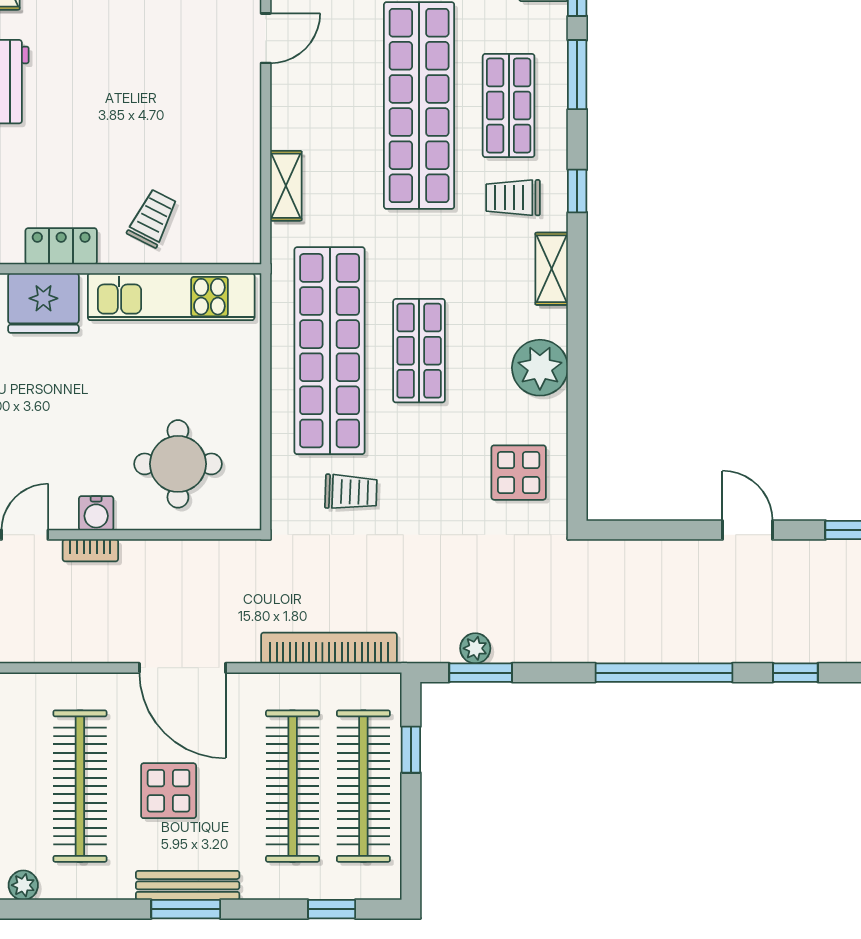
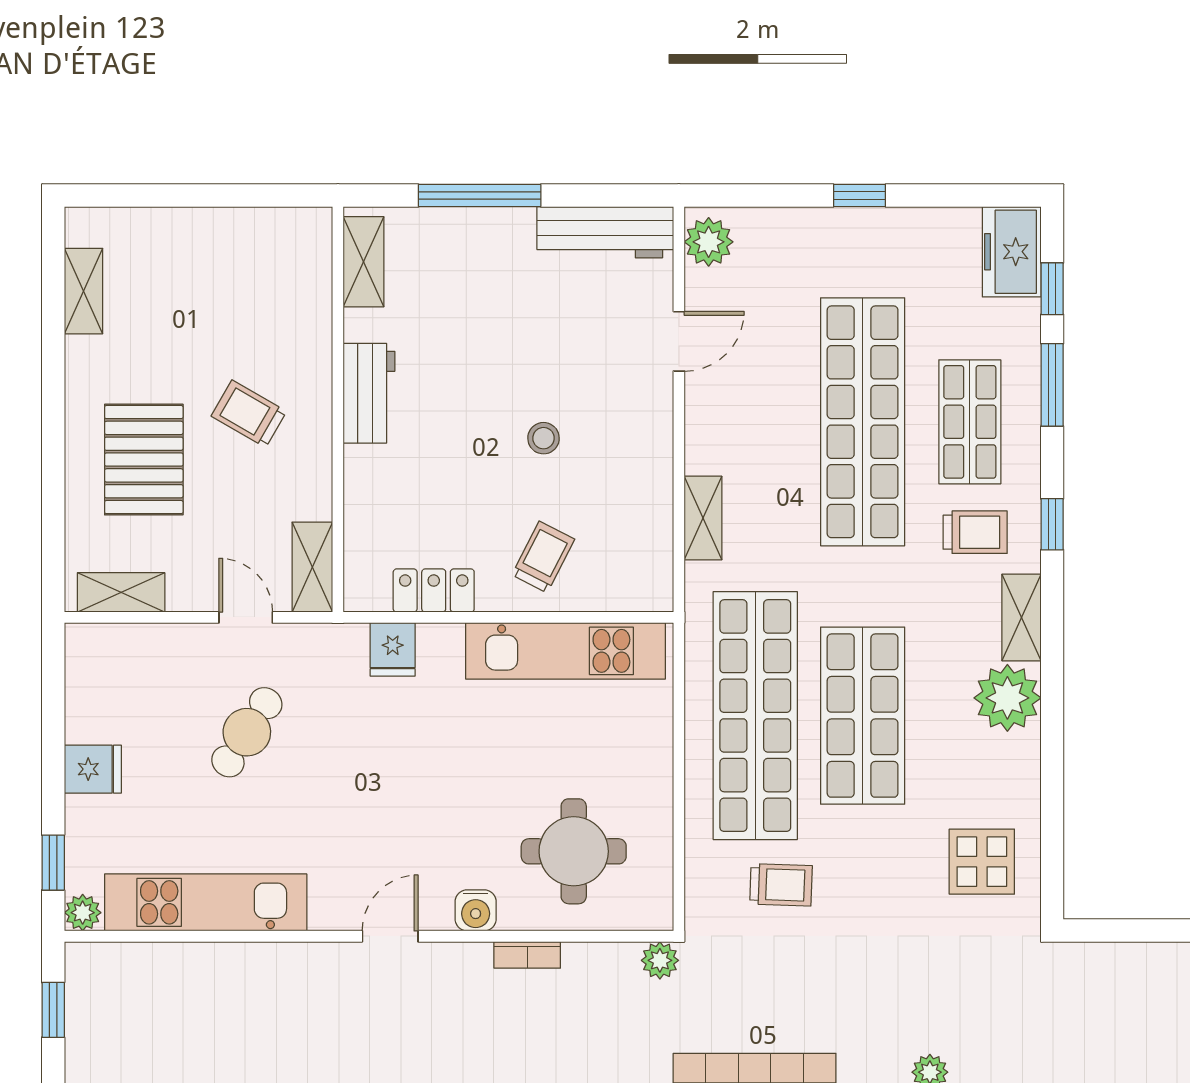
stool: (153, 119) -> (543, 438), added
trolley: (513, 198) -> (975, 532), turned 180
fridge: (43, 303) -> (393, 649), width x0.53, depth x0.75
shop shelf: (419, 351) -> (863, 716), width x1.43, depth x1.36
plant: (540, 368) -> (1007, 698), moved
bookcase: (90, 550) -> (527, 955), moved
plant: (250, 555) -> (660, 960), added

